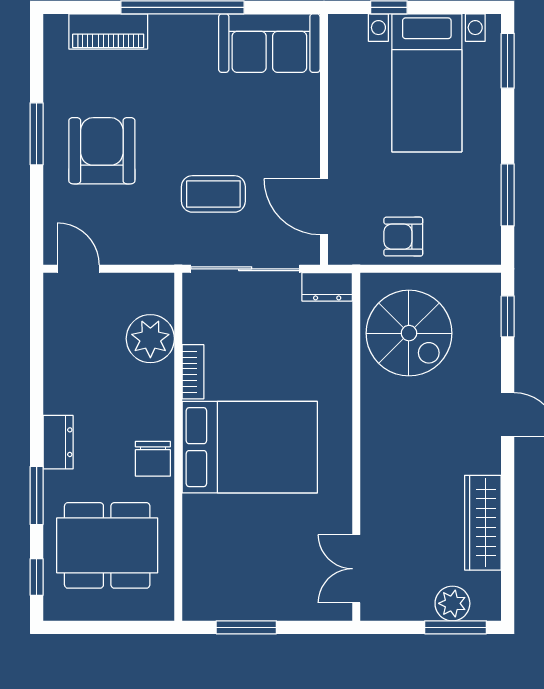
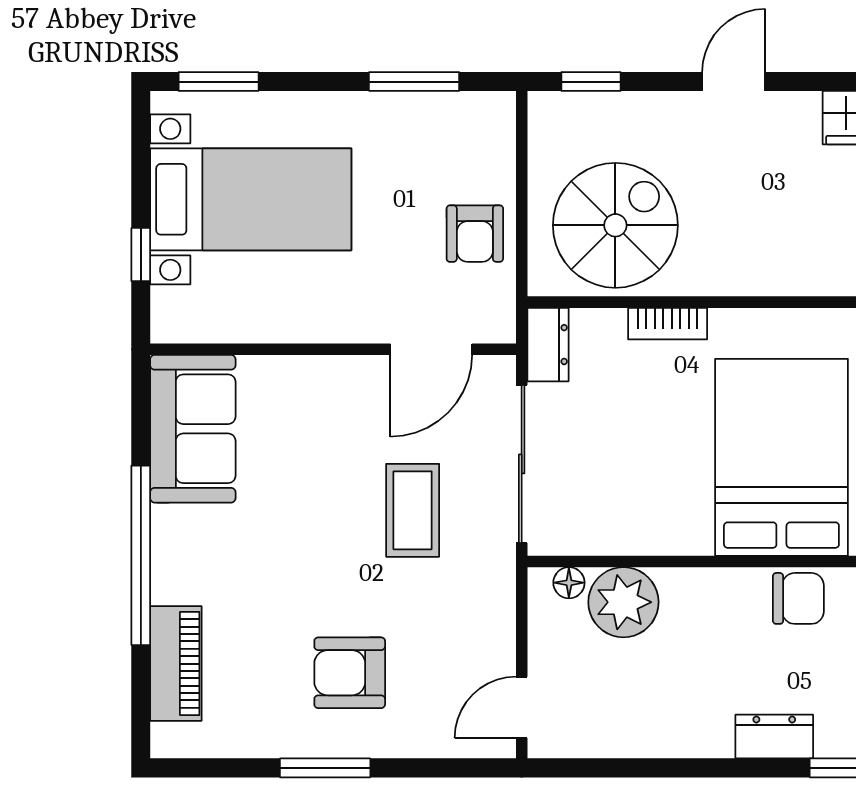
armchair: (102, 151) -> (350, 673), width x0.73, depth x0.73
floor lamp: (164, 301) -> (569, 583), added
bookcase: (193, 372) -> (668, 324), moved, turned 180

